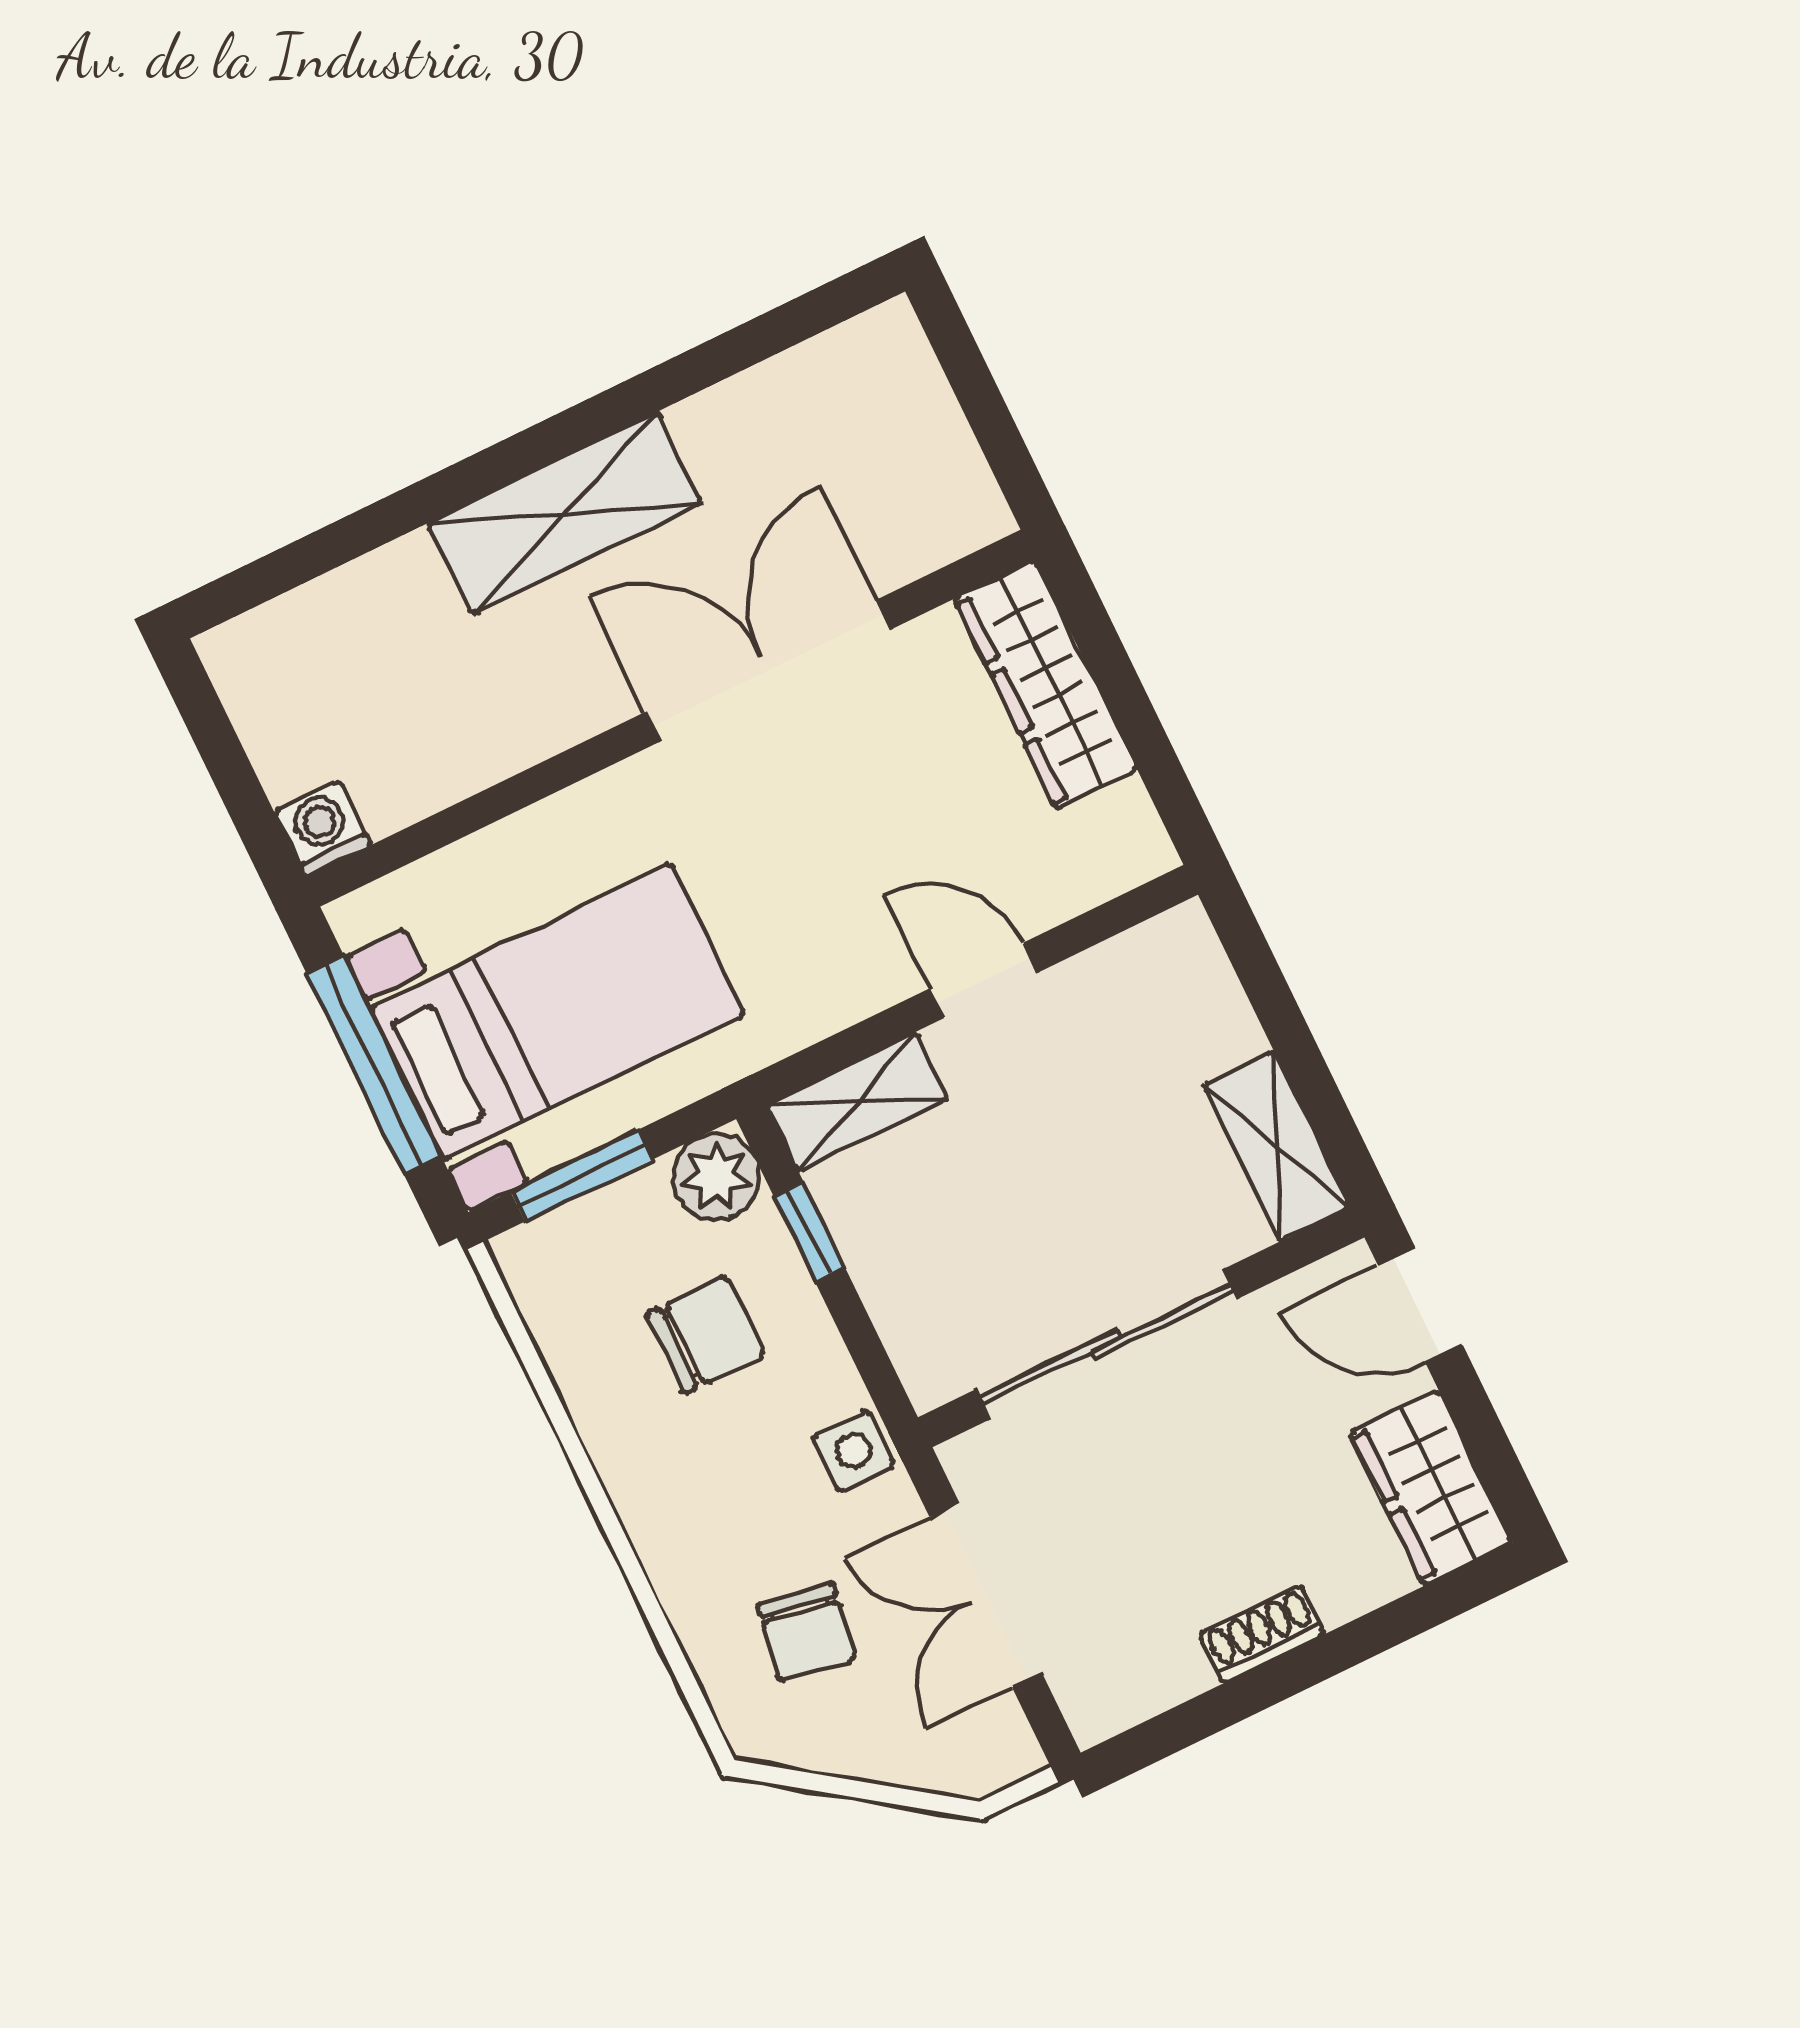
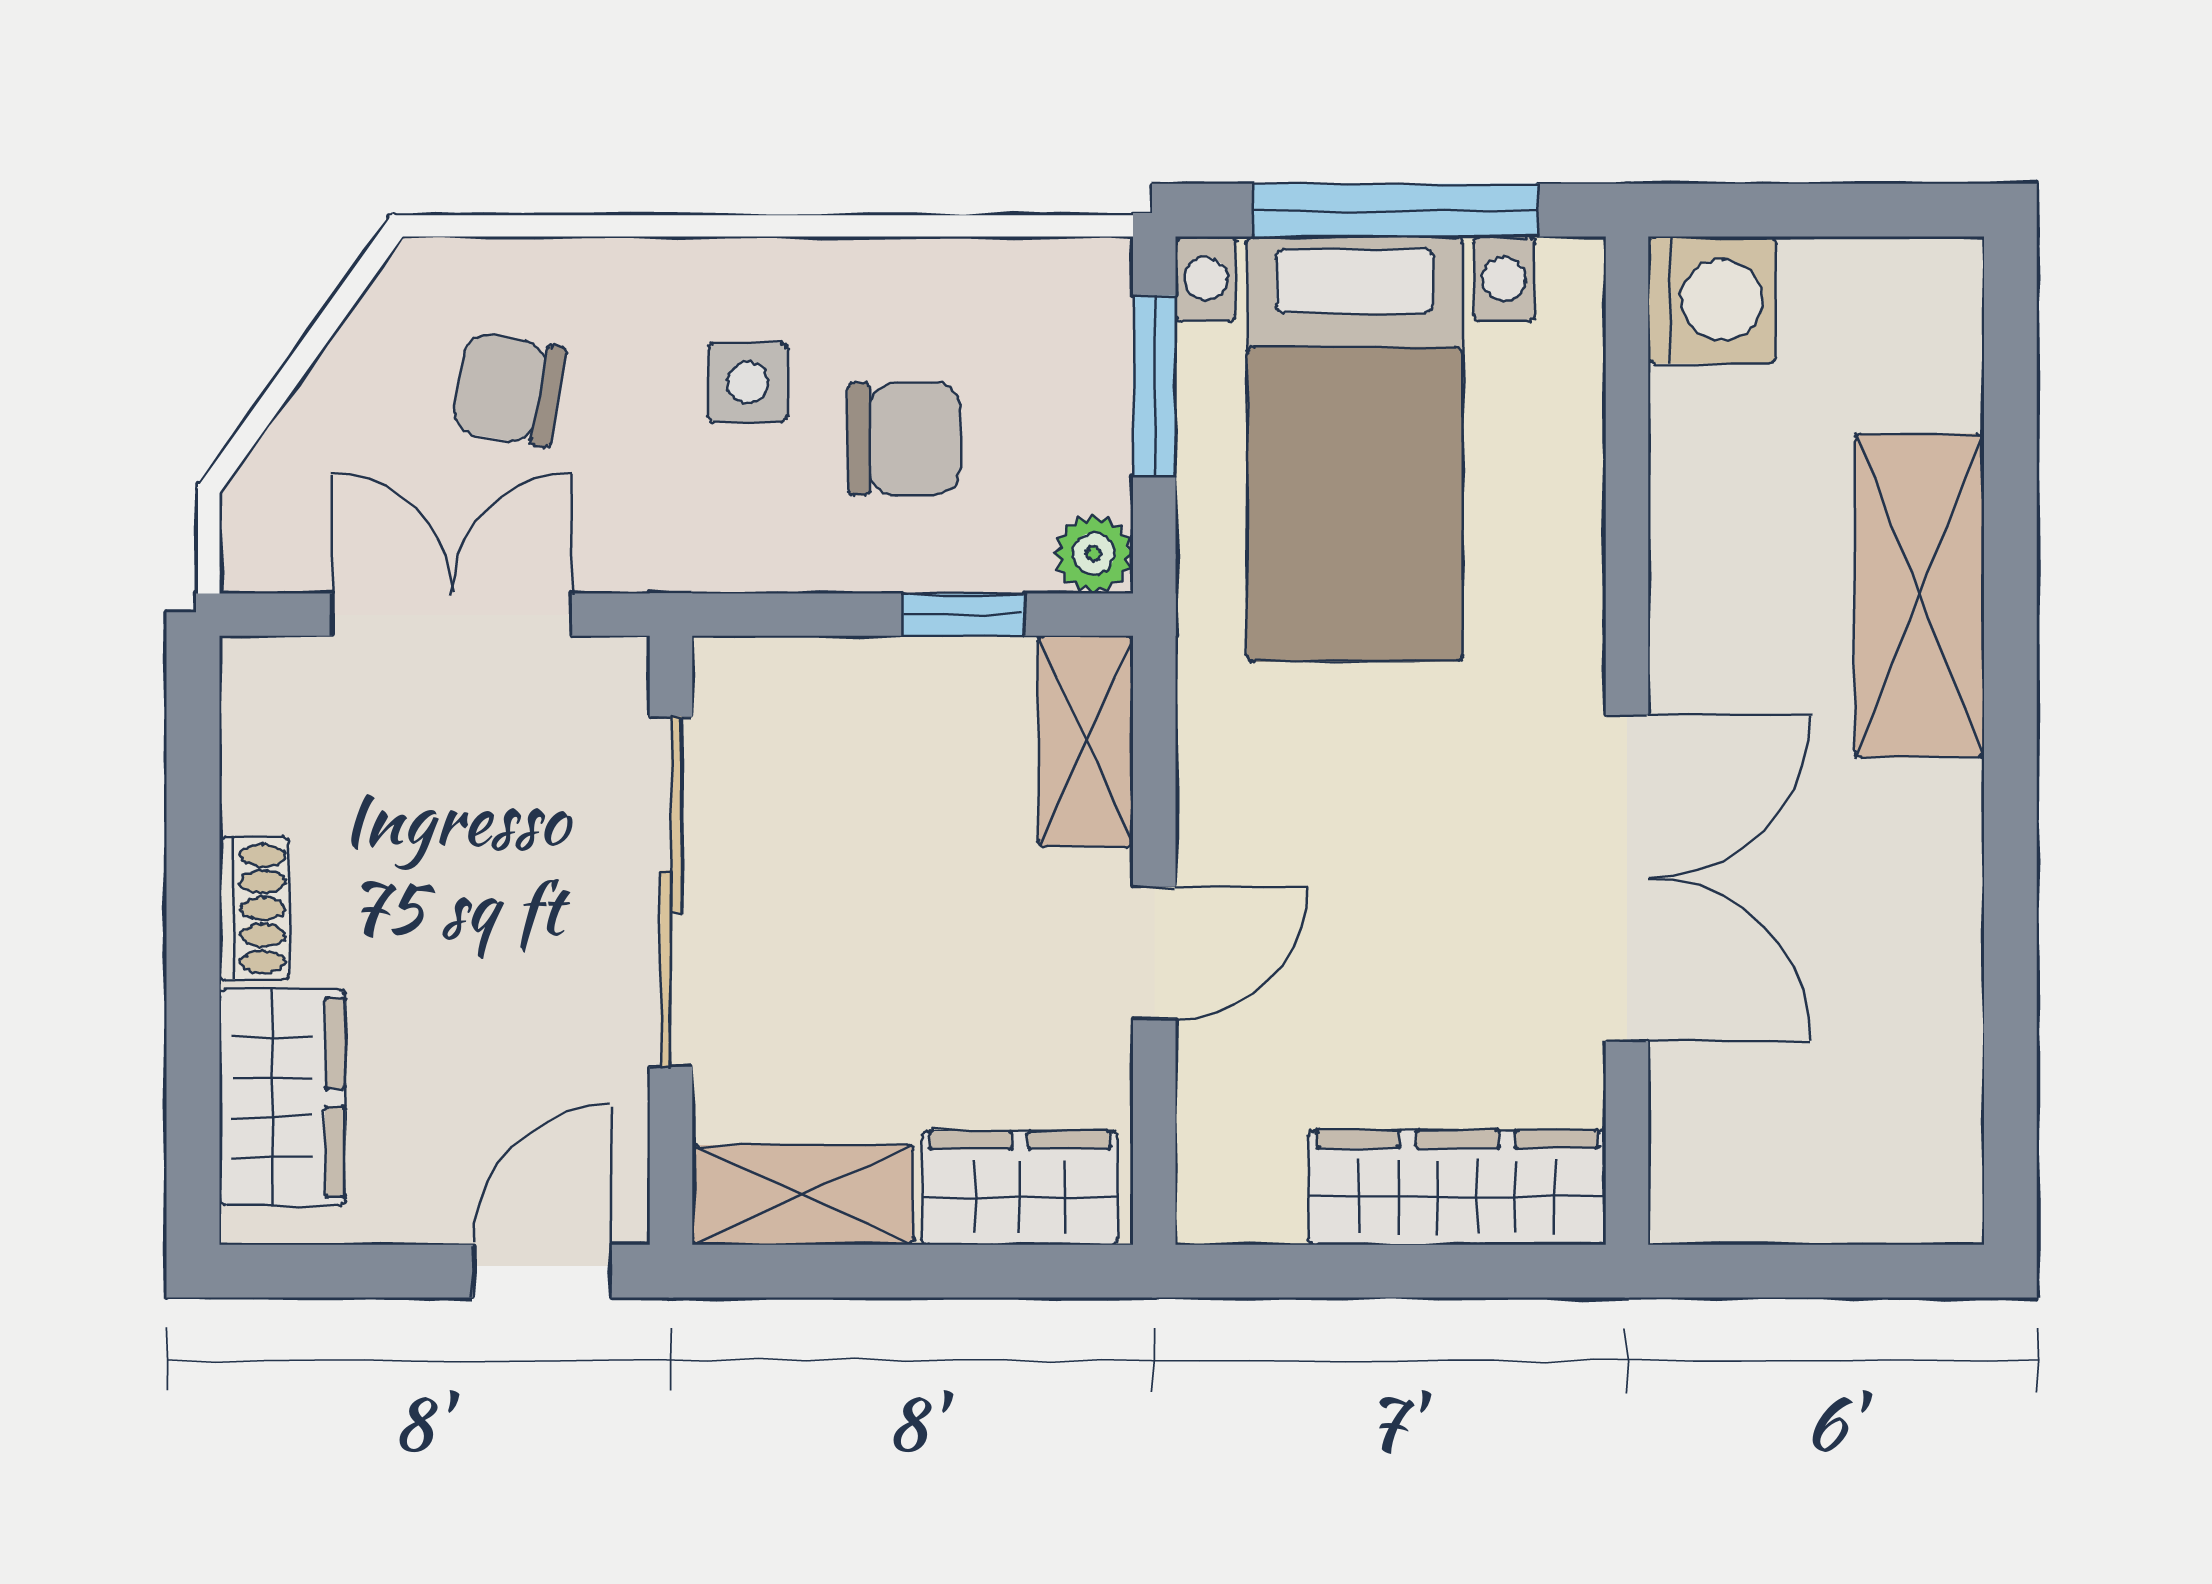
shelving: (565, 513) -> (1919, 596), moved
washing machine: (322, 828) -> (1712, 300), width x1.38, depth x1.38
wardrobe: (1197, 995) -> (1020, 1188), added
plant: (716, 1177) -> (1093, 554), width x0.73, depth x0.73
chair: (705, 1335) -> (904, 439), turned -90
side table: (854, 1451) -> (748, 382), moved
wardrobe: (1431, 1488) -> (282, 1098), moved, turned 90

